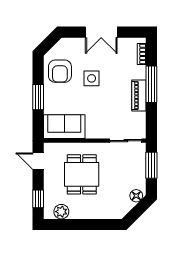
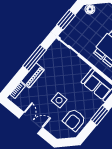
armchair: (60, 71) -> (74, 120), turned 180
window: (151, 84) -> (35, 58), moved
piano: (139, 95) -> (33, 75), moved

